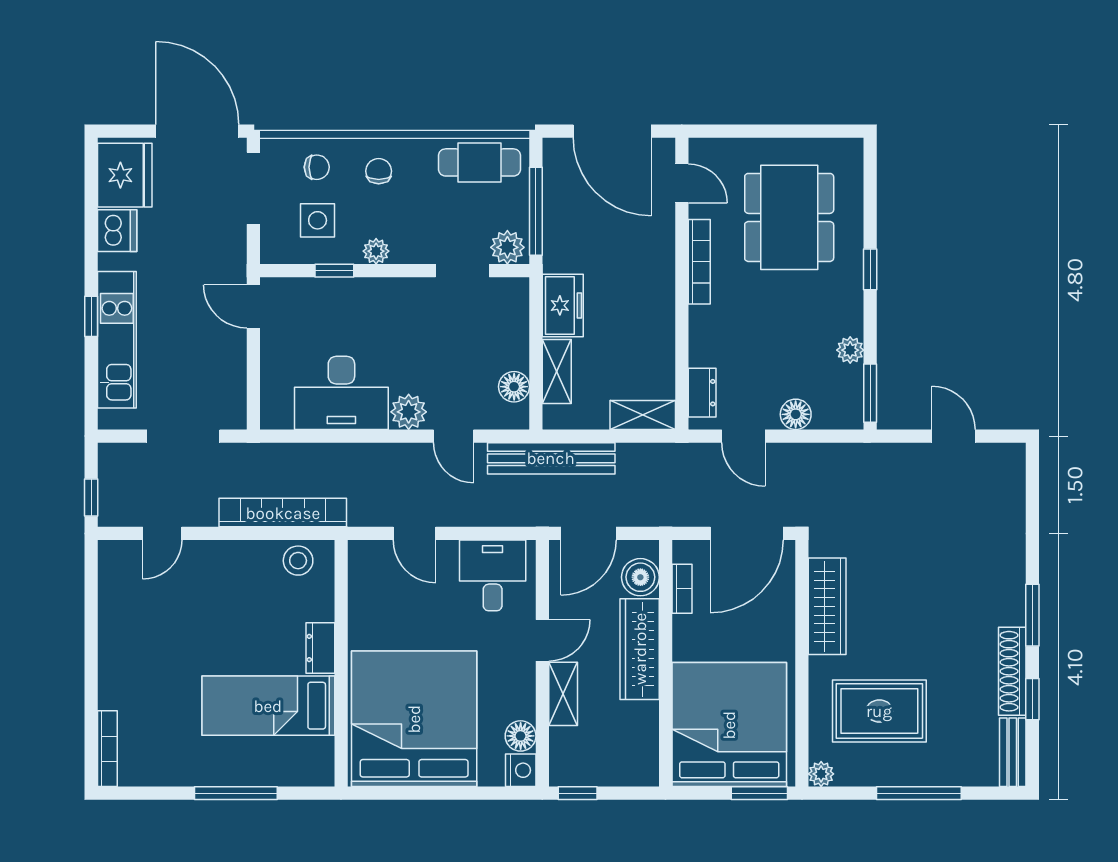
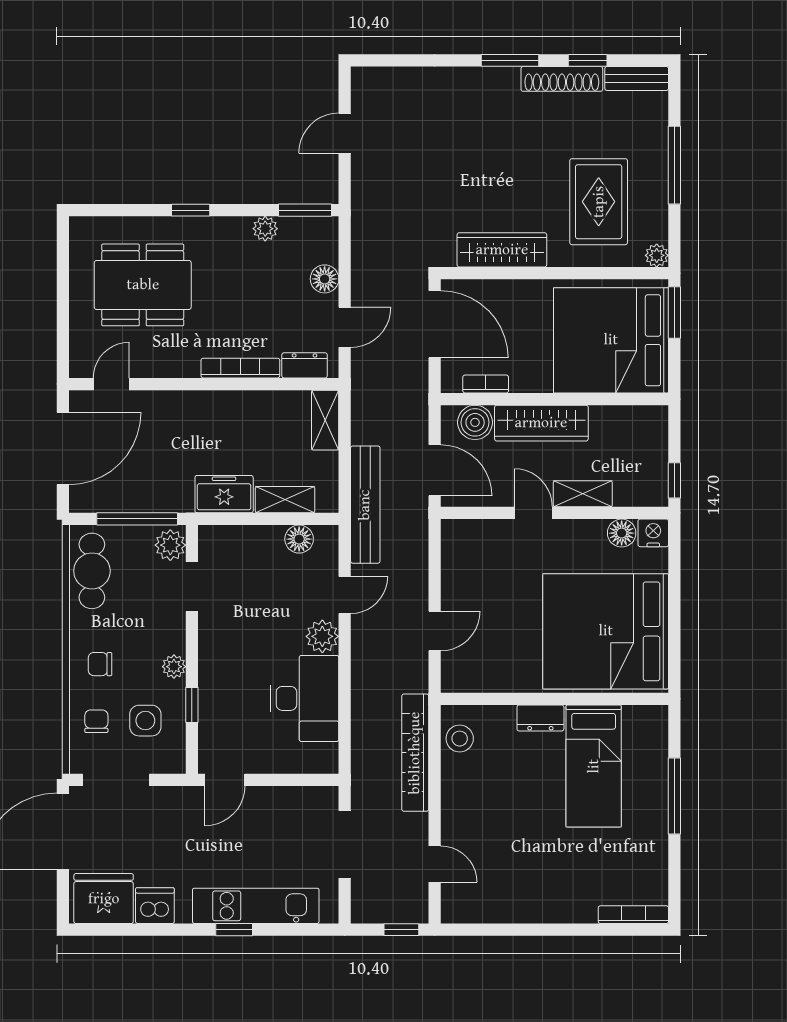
bookcase: (699, 262) -> (240, 368), moved
desk: (493, 575) -> (473, 559), removed

